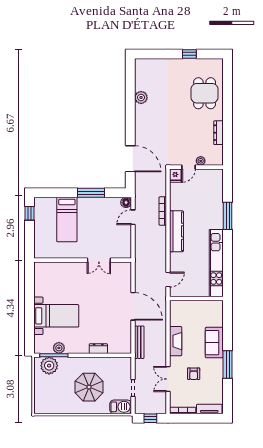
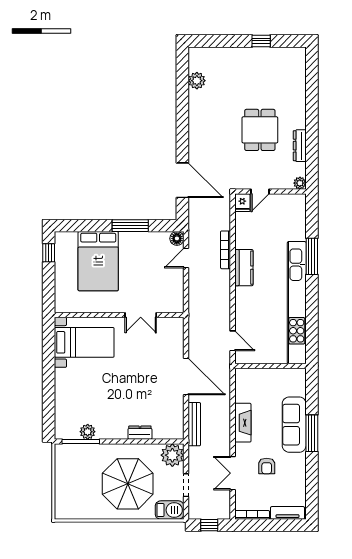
dining table: (205, 93) -> (260, 130), moved
plant: (141, 97) -> (197, 81), moved
plant: (201, 161) -> (300, 183), moved
bed: (67, 220) -> (98, 261), width x1.50
kitchen counter: (176, 231) -> (244, 268), width x0.67
kitchen unit: (216, 263) -> (297, 303), width x1.36
door: (168, 280) -> (233, 341), hinge flipped
bed with nightstands: (56, 316) -> (84, 342), moved
sofa: (214, 343) -> (294, 425), width x1.36
window: (228, 365) -> (312, 433), moved
plant: (49, 366) -> (172, 455), moved
parasol: (89, 387) -> (128, 484), width x1.36, depth x1.36

